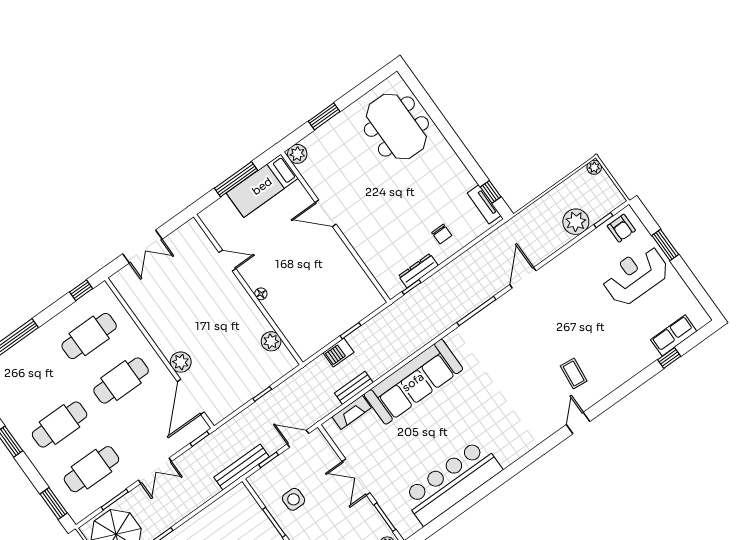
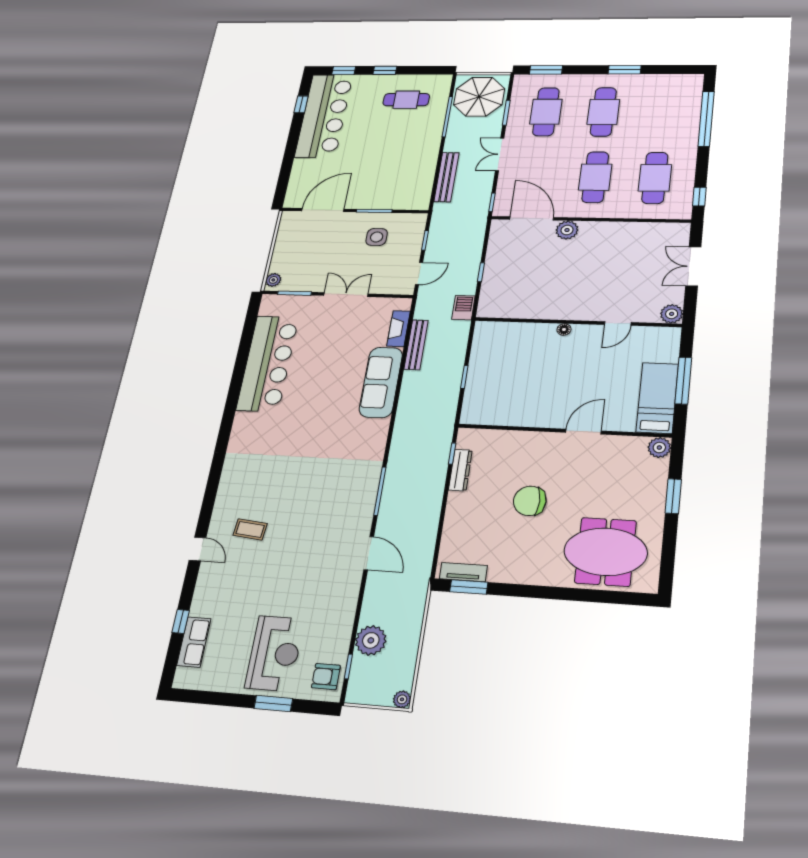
window: (491, 192) -> (469, 587), width x1.50
chair: (442, 234) -> (530, 501), moved, width x1.87, depth x1.87
plant: (271, 341) -> (672, 314), moved
barbecue: (339, 353) -> (463, 308), moved
sofa: (413, 382) -> (381, 382), width x0.74, depth x0.79
bench: (354, 388) -> (416, 345), width x1.36
door: (578, 423) -> (198, 549), moved
bench: (242, 467) -> (446, 177), moved

